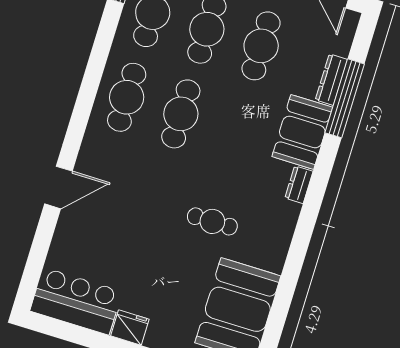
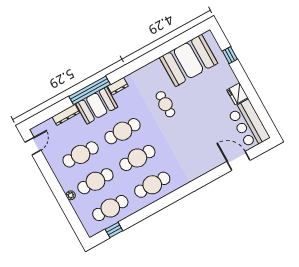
window: (345, 98) -> (90, 90), moved
cafe table: (235, 131) -> (123, 131), added
door: (58, 187) -> (239, 161), moved

